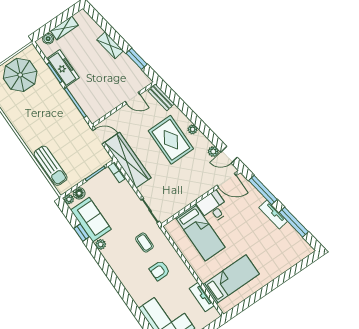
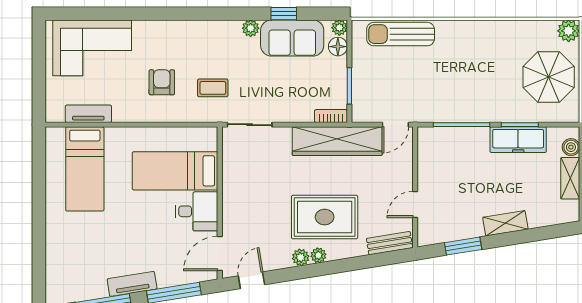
plant: (213, 152) -> (301, 257), moved

